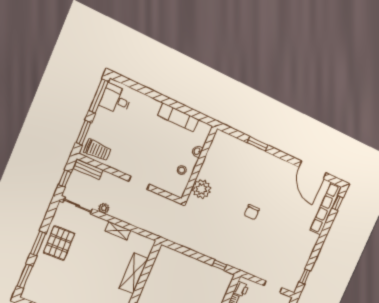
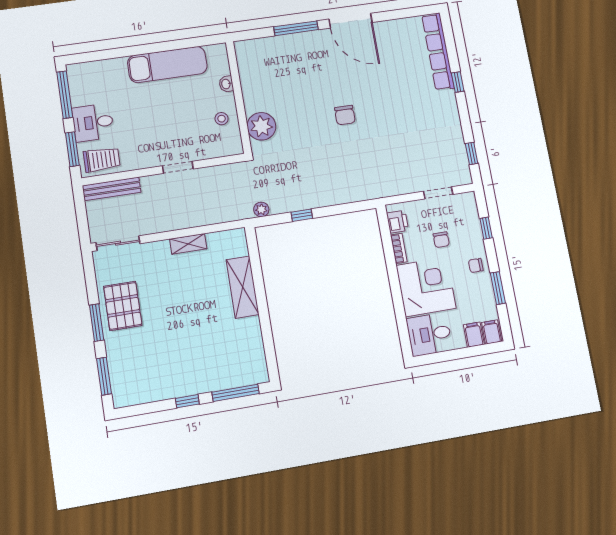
desk: (116, 100) -> (93, 123), moved
exam couch: (178, 117) -> (167, 65), width x1.36, depth x1.45
window: (258, 144) -> (296, 28), width x1.44
bench: (88, 169) -> (112, 189), width x1.36
door: (313, 170) -> (351, 21), moved
window: (65, 178) -> (82, 219), removed
window: (338, 203) -> (458, 82), moved
plant: (104, 208) -> (261, 209), moved
window: (219, 265) -> (302, 215), moved

